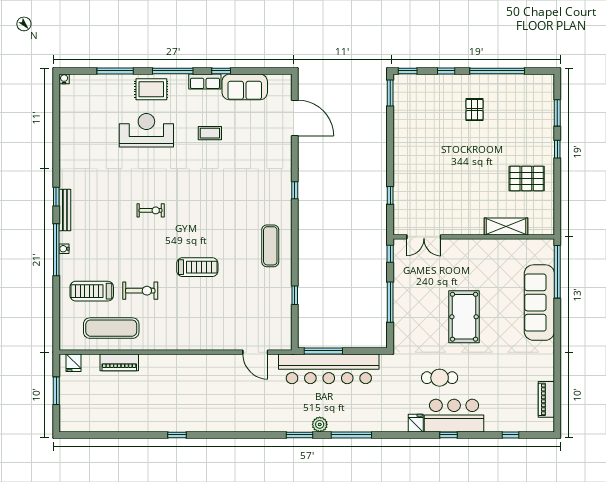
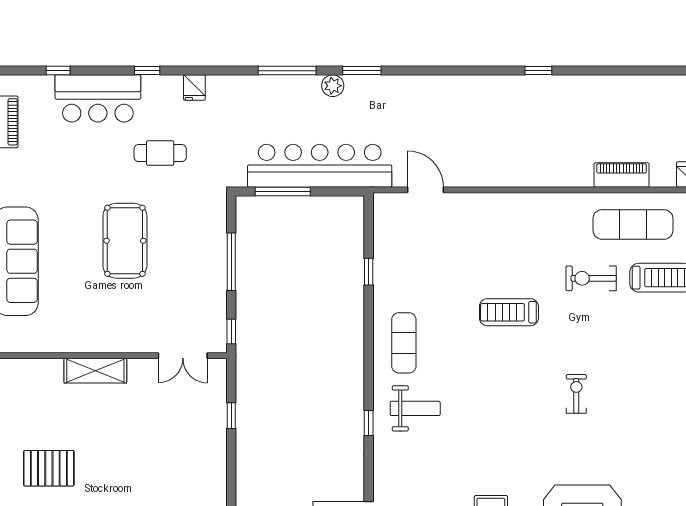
pallet: (527, 178) -> (49, 468), moved
weight bench: (262, 200) -> (415, 408), added
exercise bike: (151, 210) -> (576, 394), turned 90
shelving: (506, 227) -> (95, 371), moved
double door: (424, 237) -> (183, 356), swing flipped
window: (323, 351) -> (283, 191), moved
bar counter: (454, 416) -> (98, 98), moved

